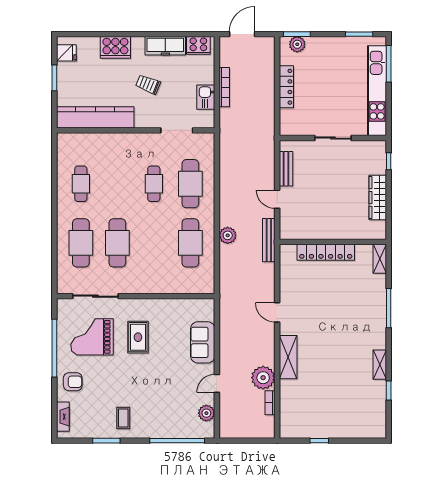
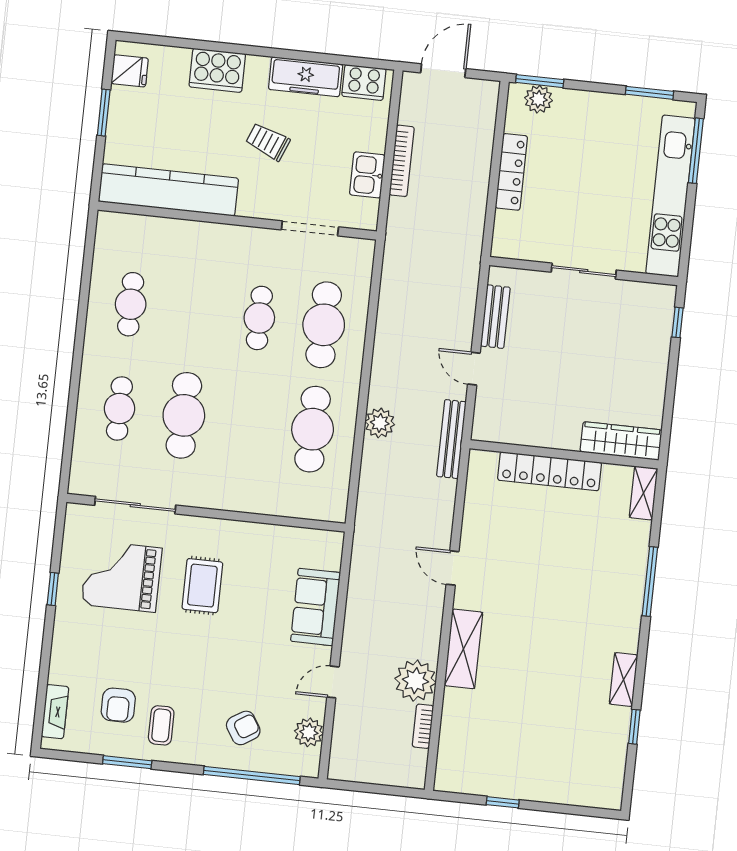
wardrobe: (378, 198) -> (621, 441), moved, turned 90
cafe table: (81, 243) -> (119, 409), width x0.73, depth x0.74
window: (54, 348) -> (53, 589), width x0.32
armchair: (73, 382) -> (118, 705), moved, turned 90
armchair: (169, 415) -> (243, 728), added

